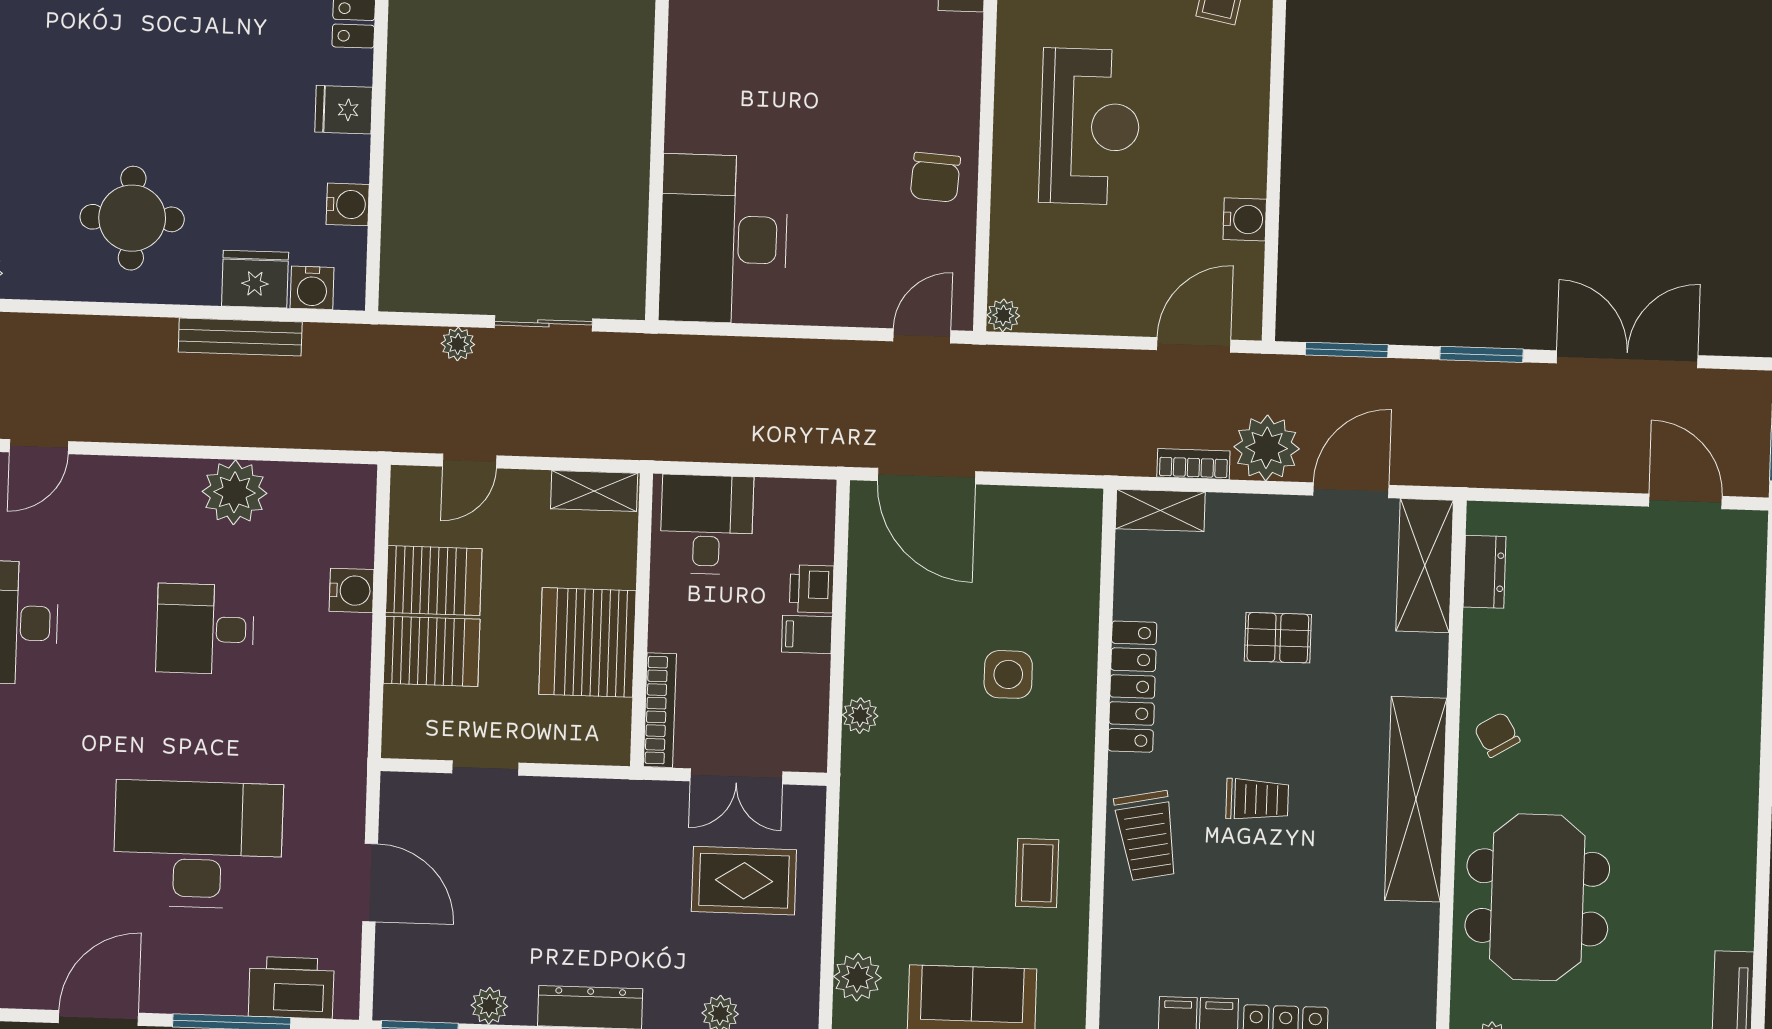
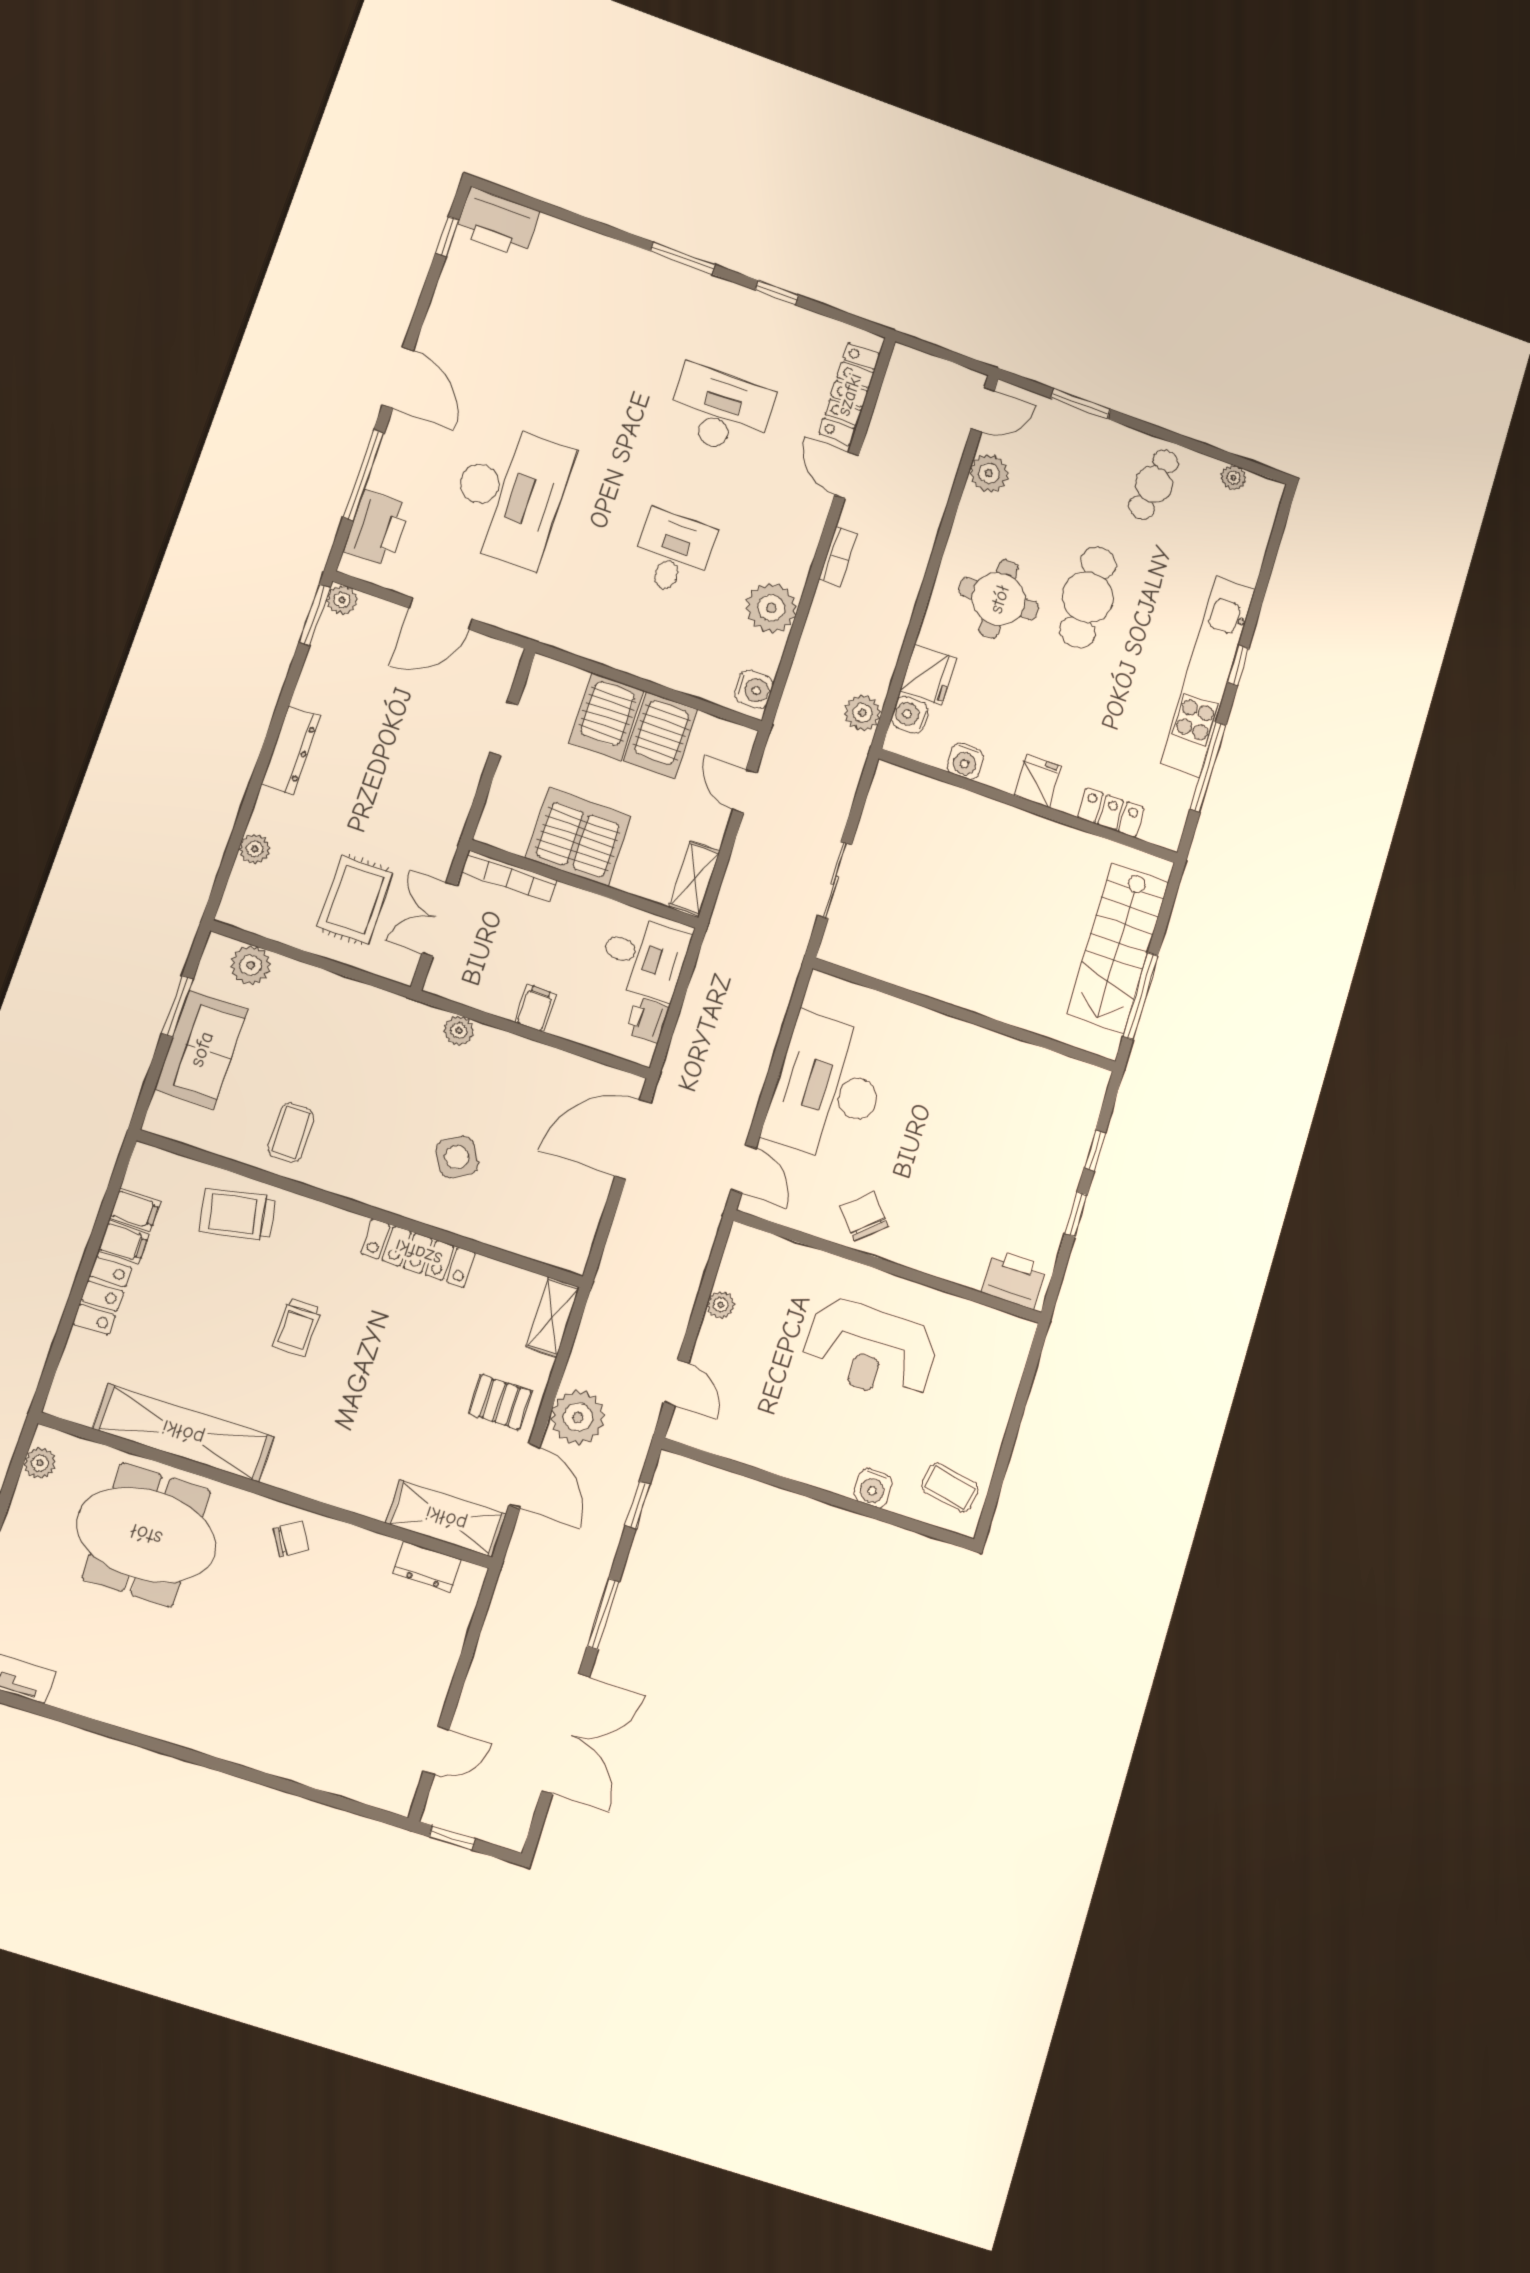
cafe table: (94, 108) -> (1088, 597), added
chair: (935, 177) -> (864, 1216), turned 45
water cooler: (1245, 219) -> (873, 1488), moved
desk: (724, 239) -> (828, 1089), moved, turned -90
plant: (1003, 315) -> (721, 1305), moved
bench: (240, 337) -> (887, 650), removed
plant: (458, 344) -> (862, 713), moved, width x1.38, depth x1.38
door: (1194, 345) -> (676, 1382), width x0.73
window: (1347, 350) -> (638, 1505), width x0.67
bookcase: (1193, 464) -> (838, 557), moved
door: (1686, 501) -> (436, 1750), width x0.73
printer: (812, 589) -> (647, 1020), moved, turned -90
water cooler: (352, 590) -> (754, 689), moved, turned -90
pallet: (1278, 638) -> (500, 1402), moved, turned 90
side table: (1008, 674) -> (457, 1157), turned -30
shelving: (1416, 799) -> (183, 1433), moved
trolley: (1147, 836) -> (238, 1214), moved
coffee table: (1037, 873) -> (291, 1133), turned 90
plant: (489, 1006) -> (342, 600), moved

